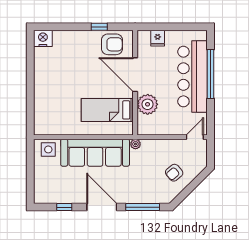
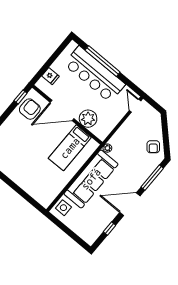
window: (99, 27) -> (21, 97), moved
armchair: (174, 173) -> (153, 147), moved

